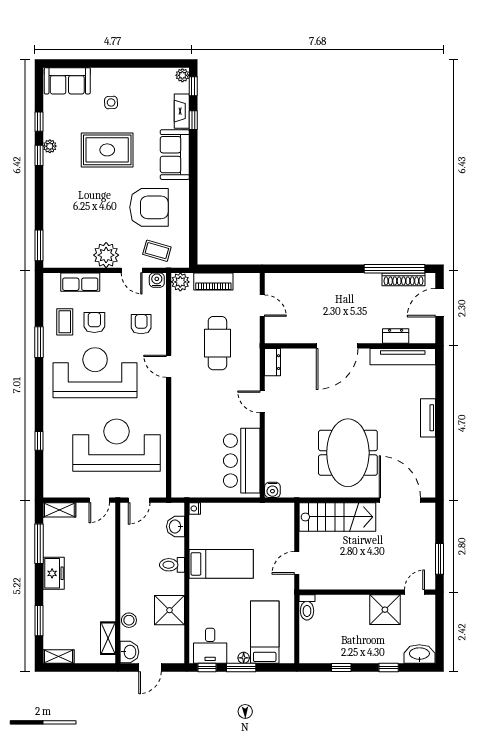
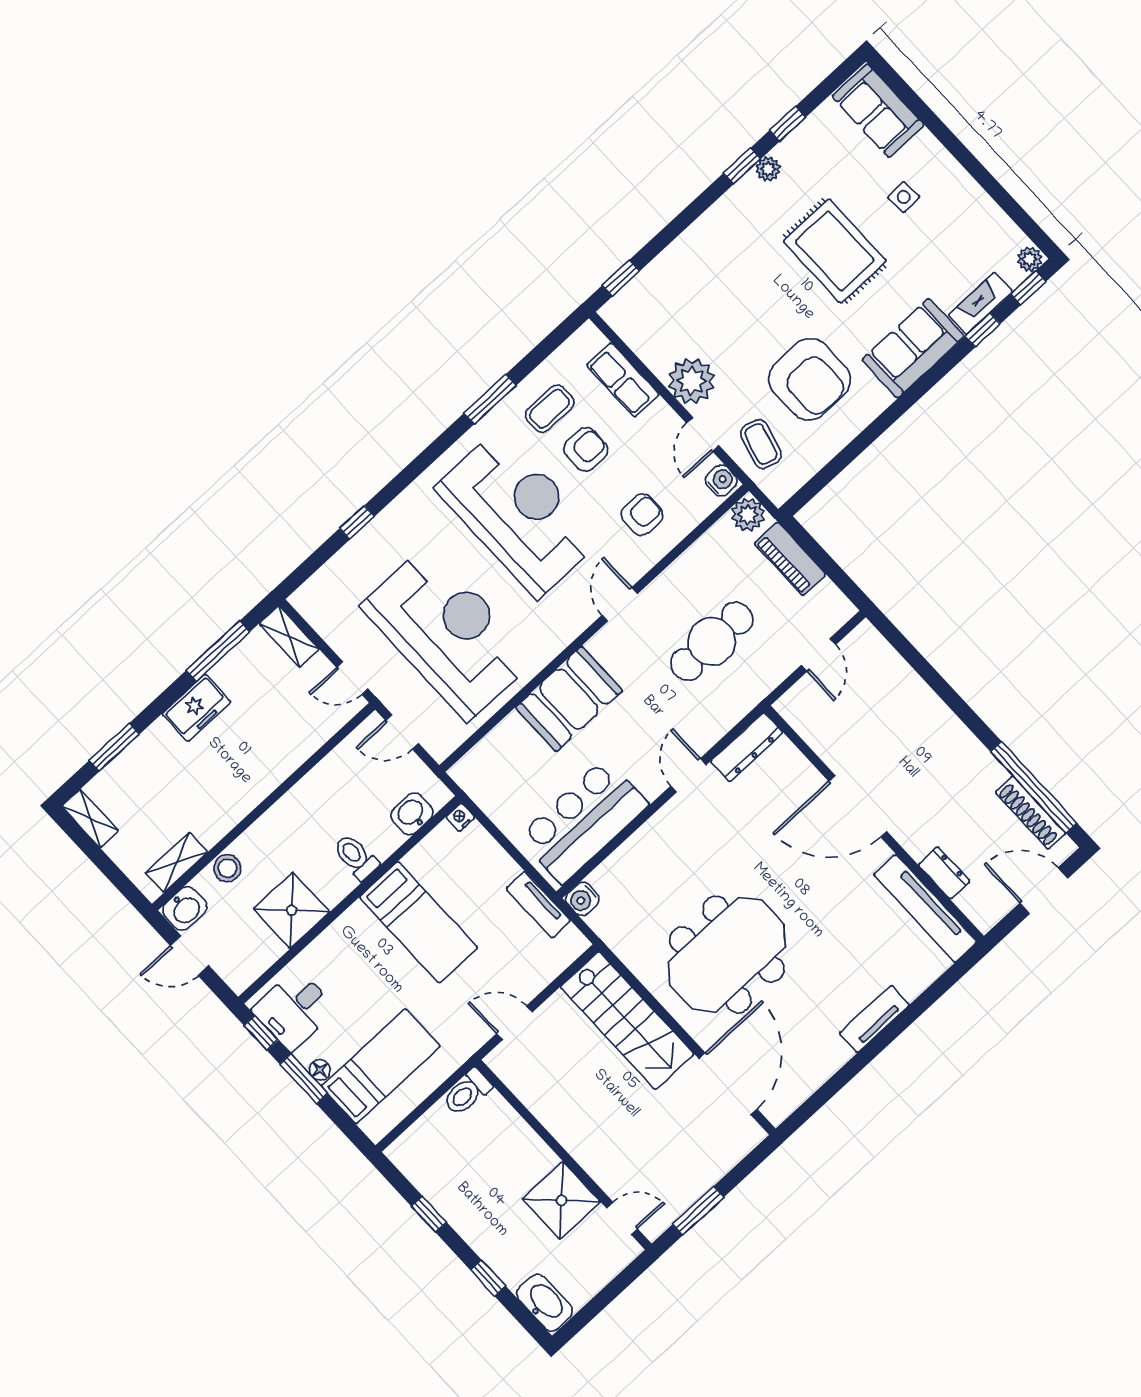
window: (39, 245) -> (621, 278), width x0.67
dresser: (273, 362) -> (747, 747), width x1.44
booth: (188, 421) -> (569, 699), added
tv unit: (258, 510) -> (538, 905), added

